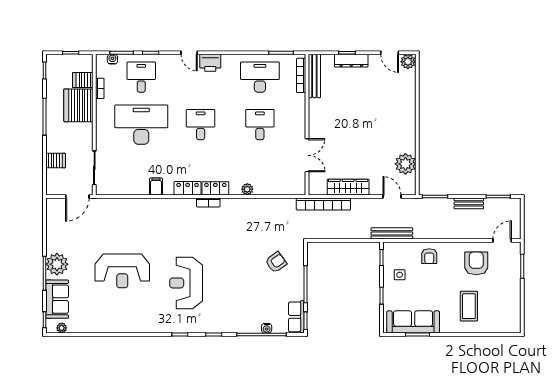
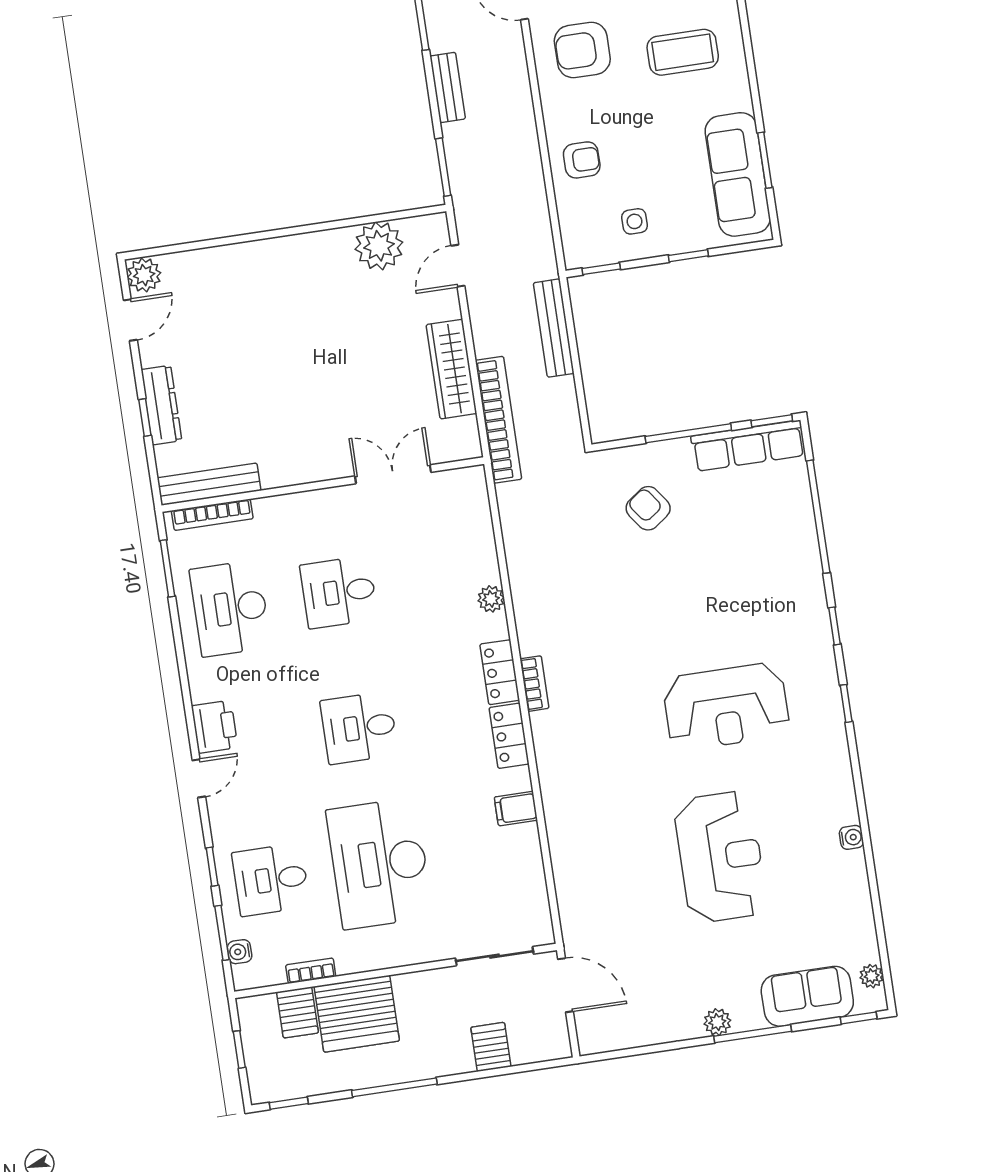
bench: (392, 233) -> (554, 328), moved
plant: (57, 264) -> (717, 1022), width x0.53, depth x0.53
row of seats: (296, 317) -> (748, 446), width x1.48
water cooler: (267, 328) -> (851, 837), moved

